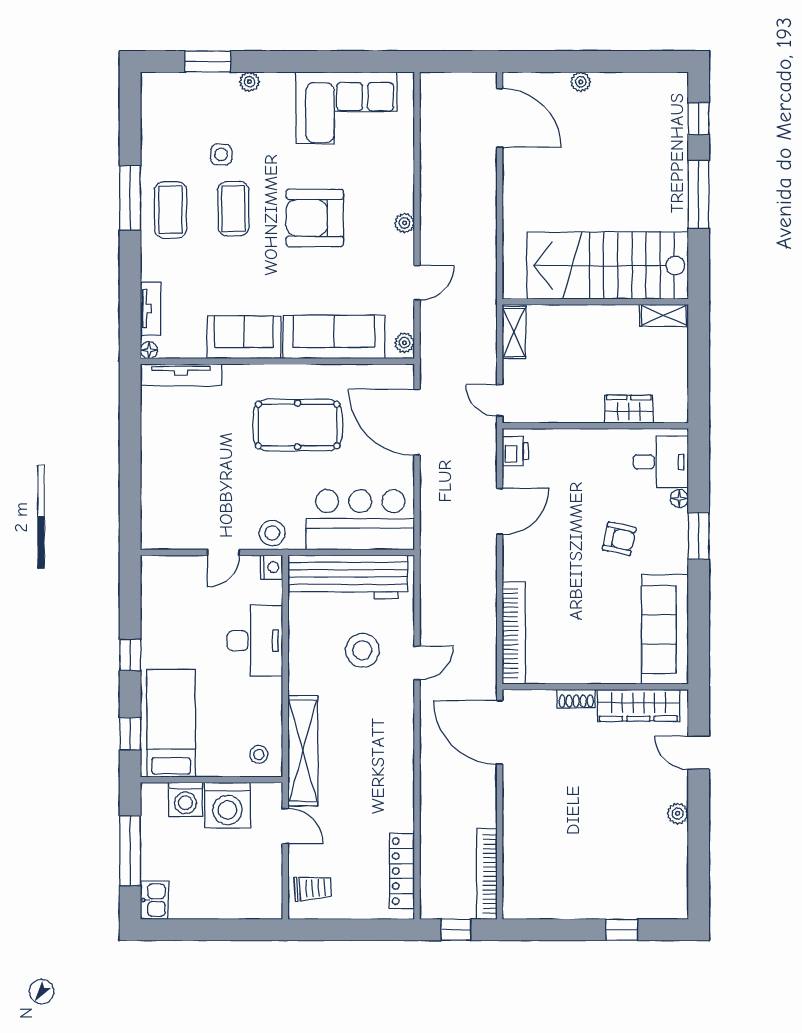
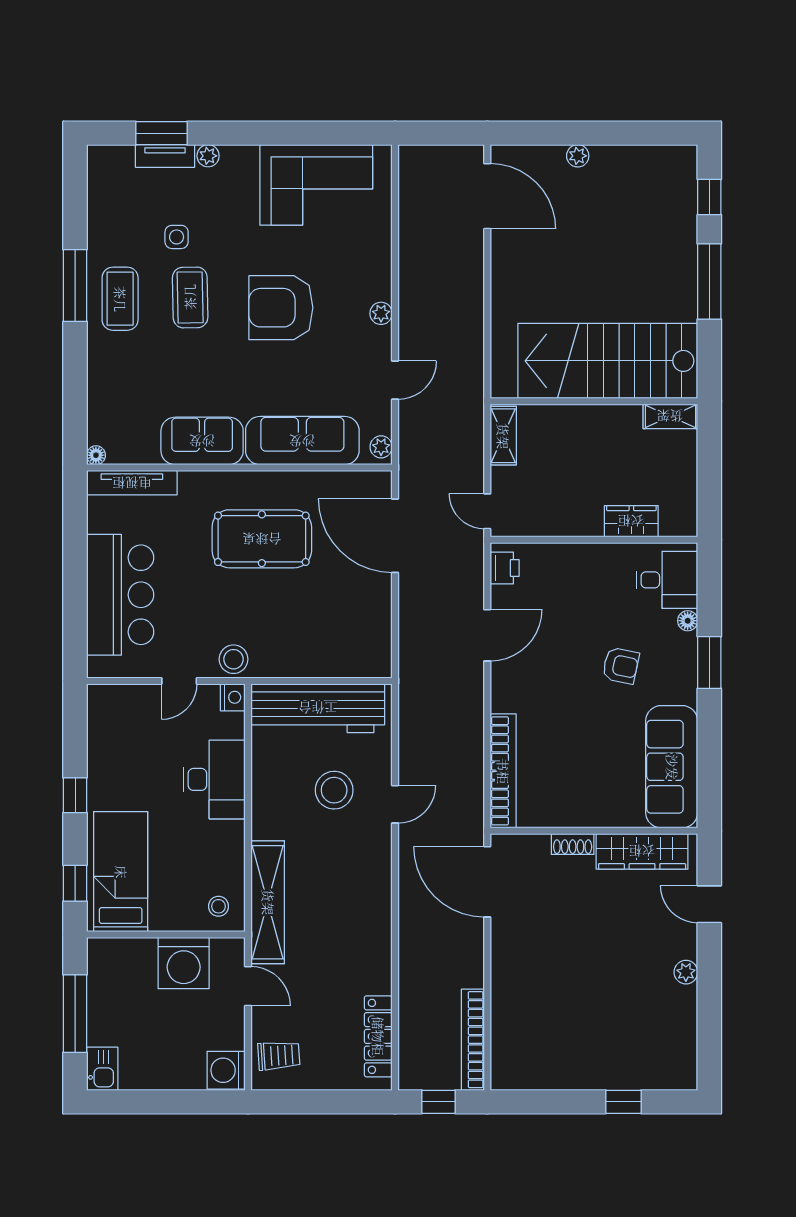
tv unit: (151, 309) -> (165, 156), moved, turned 90
bar counter: (360, 520) -> (120, 595), moved, turned 90
washing machine: (185, 799) -> (226, 1070), moved, turned 90

